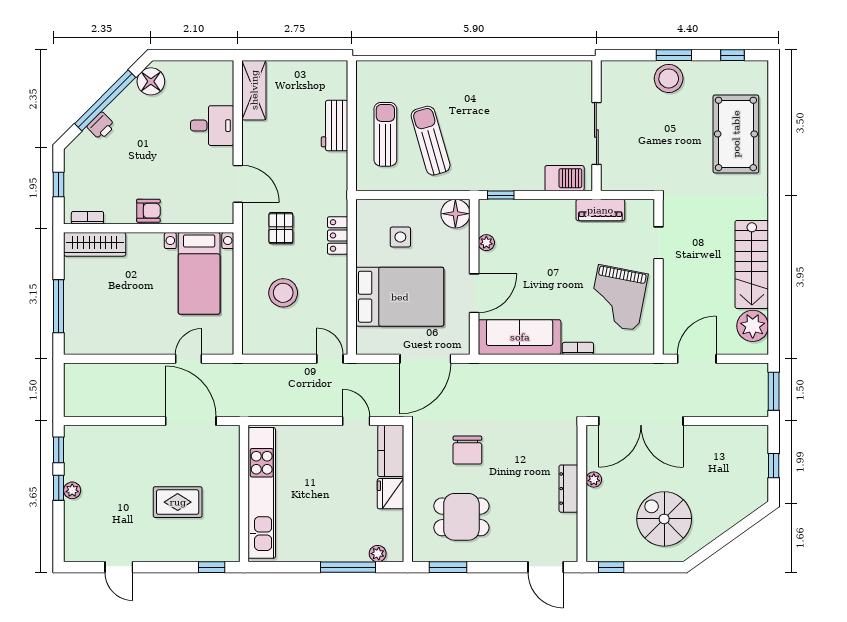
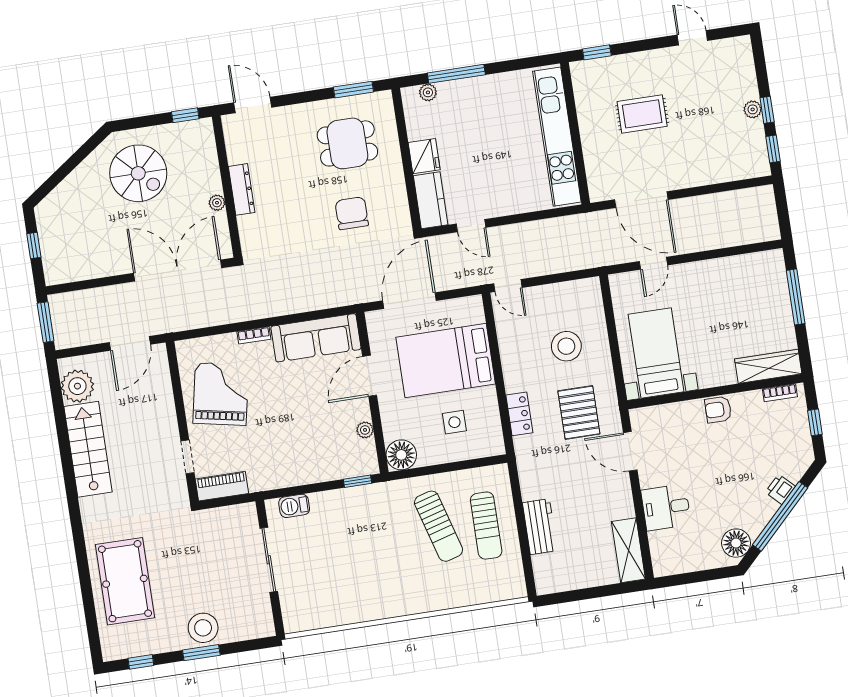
barbecue: (565, 178) -> (294, 506), width x0.73, depth x0.79
piano: (600, 210) -> (222, 486), moved
pallet: (281, 228) -> (579, 412), width x1.50, depth x1.42

